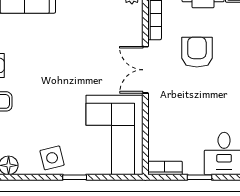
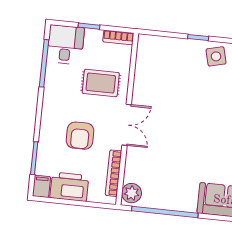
rug: (180, 114) -> (101, 83), added
corner sofa: (115, 135) -> (159, 71), removed

